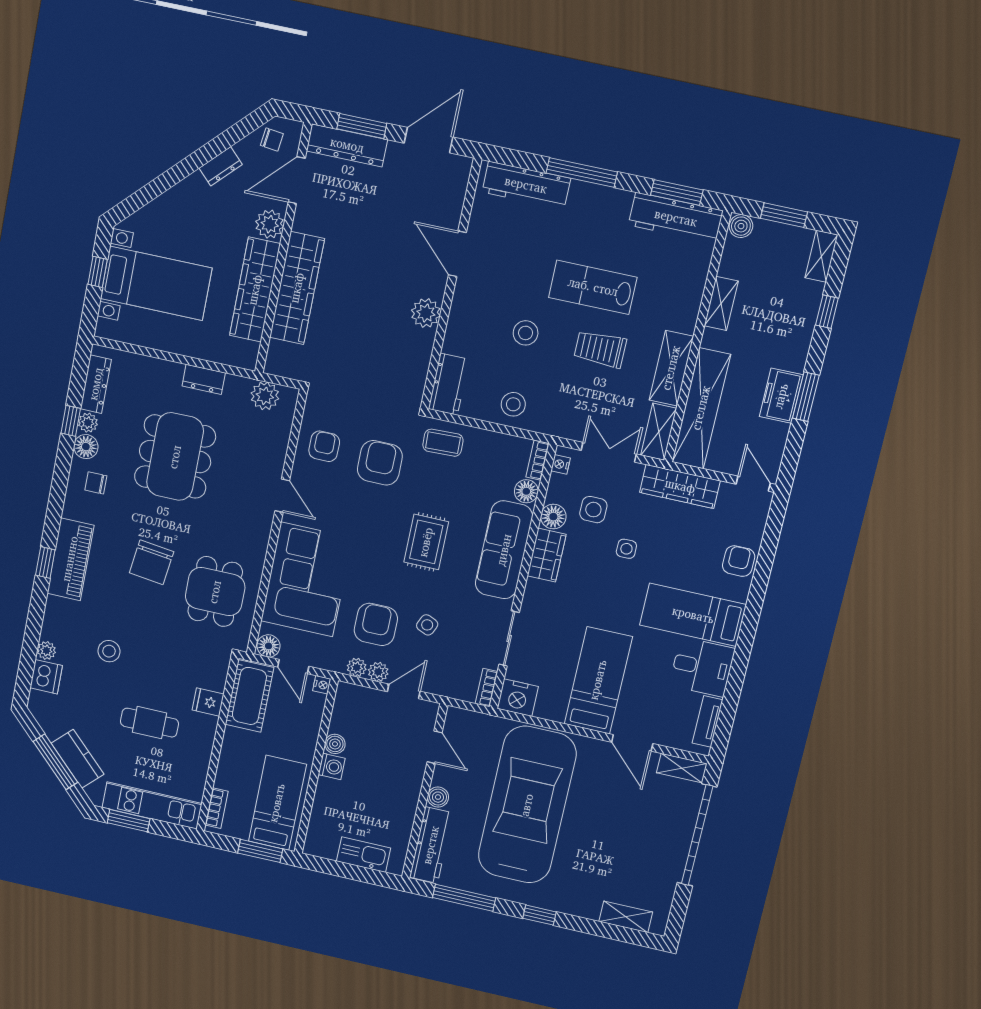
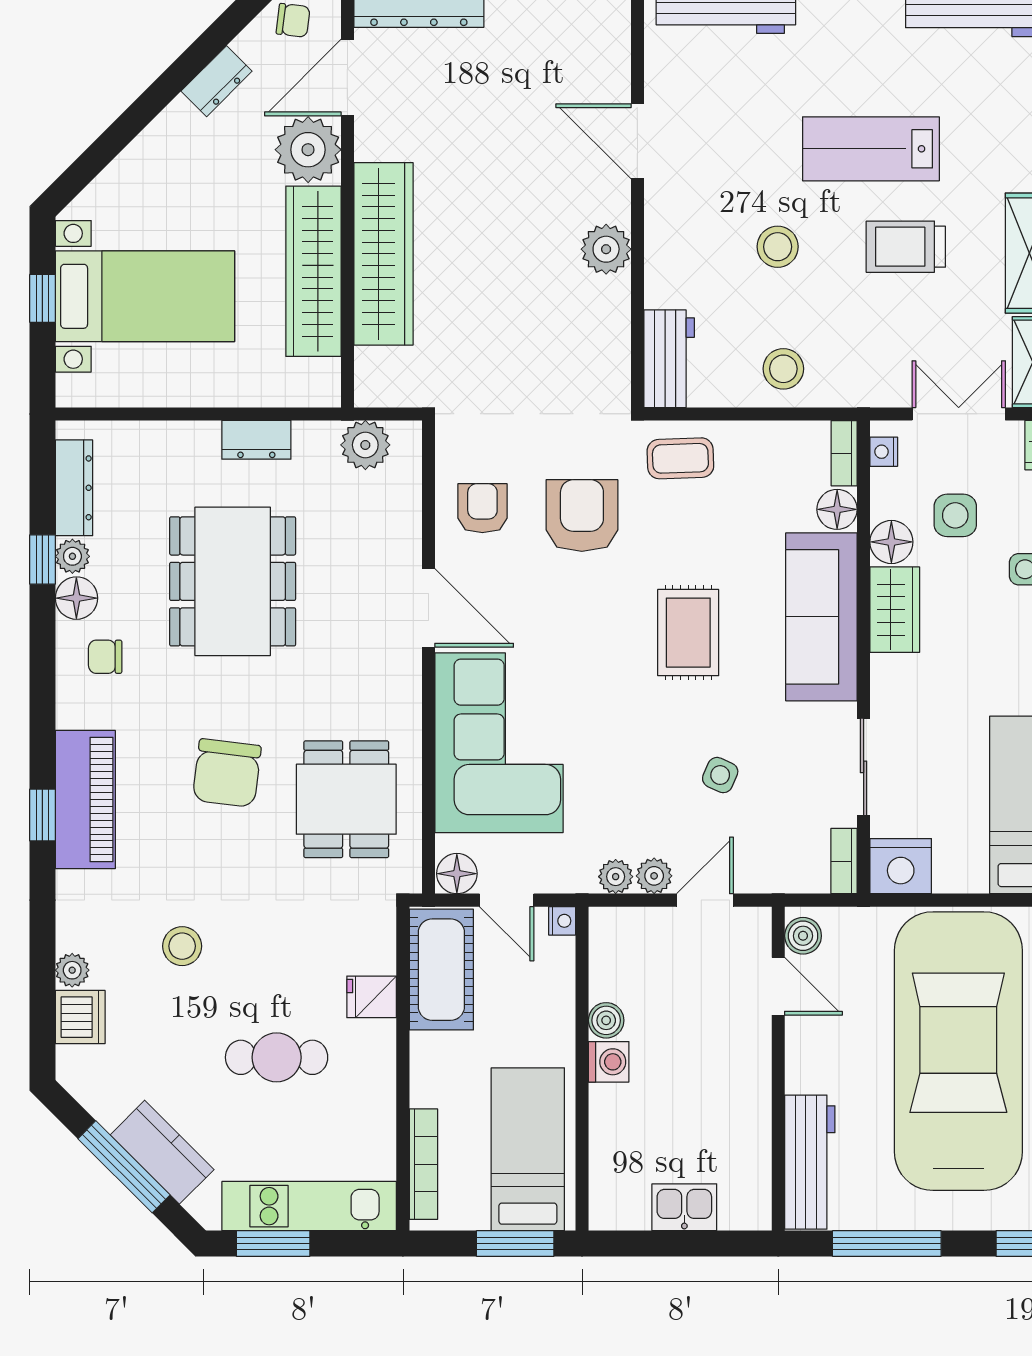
plant: (270, 224) -> (308, 150), width x1.36, depth x1.36
door: (282, 496) -> (428, 608), width x1.38
armchair: (376, 624) -> (633, 794), removed
boiler: (438, 797) -> (803, 936), moved
bookcase: (217, 808) -> (423, 1164), width x1.56
kitchen sink: (364, 855) -> (684, 1207), width x0.73

